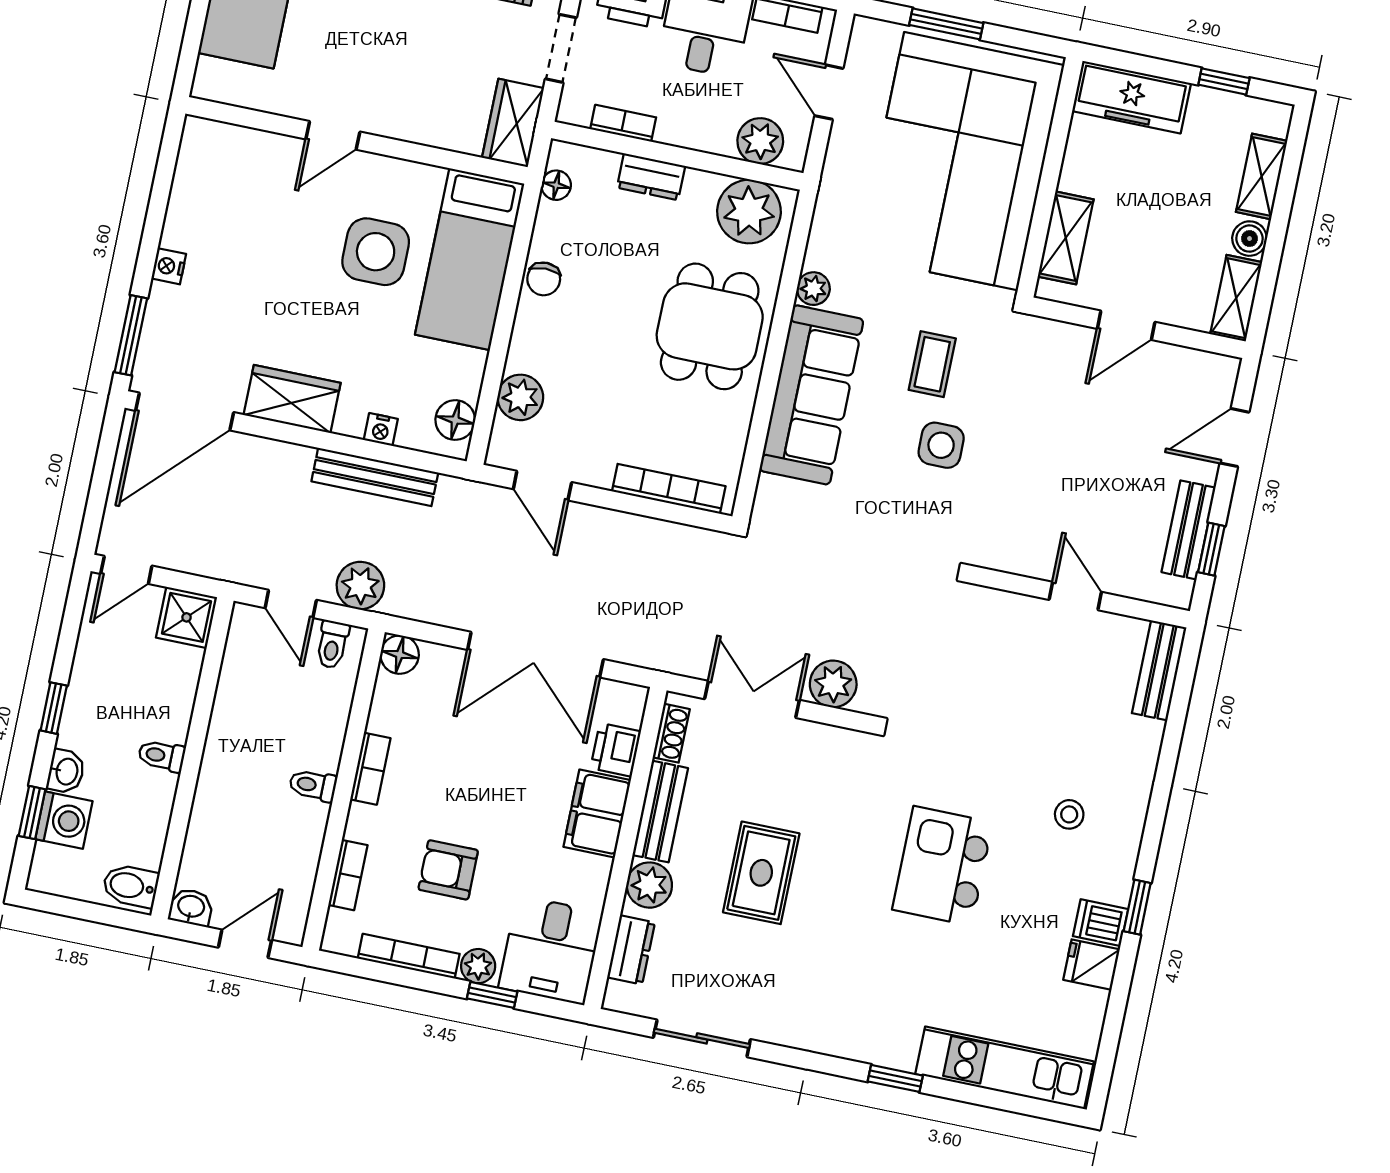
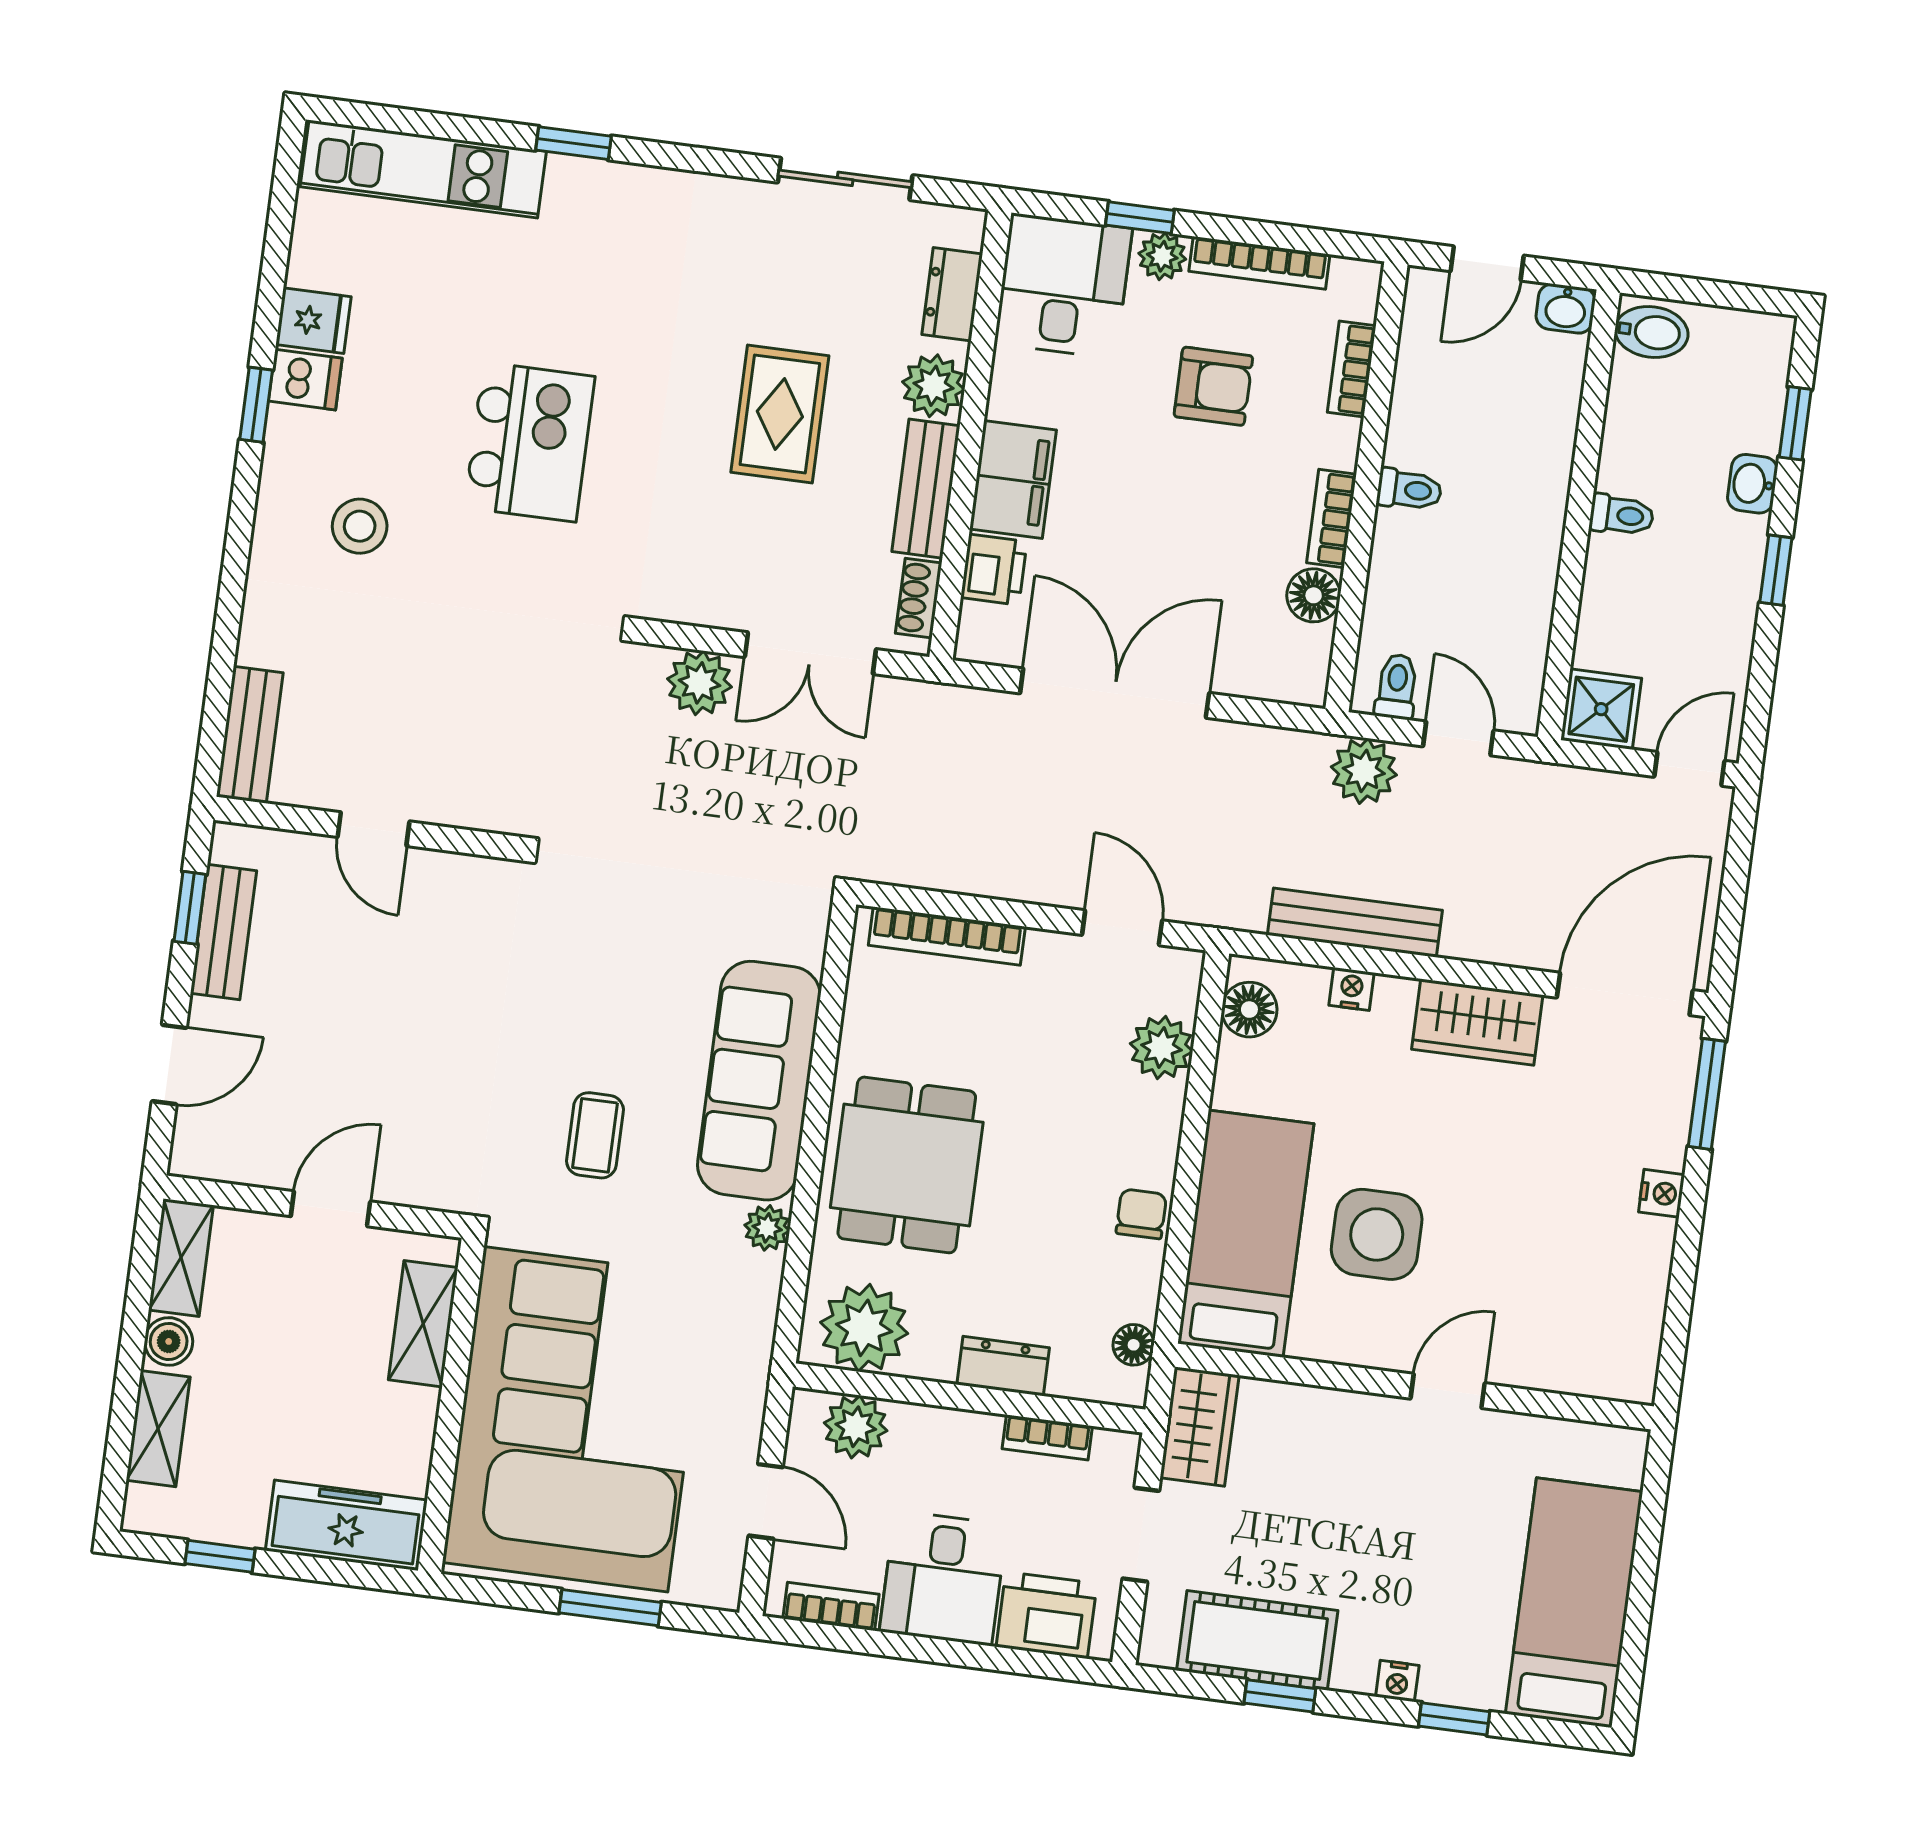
side table: (941, 445) -> (574, 1024), removed
floor lamp: (400, 655) -> (1314, 595), moved
stool: (1069, 814) -> (360, 526), width x1.37, depth x1.37
washing machine: (64, 820) -> (1750, 416), removed

